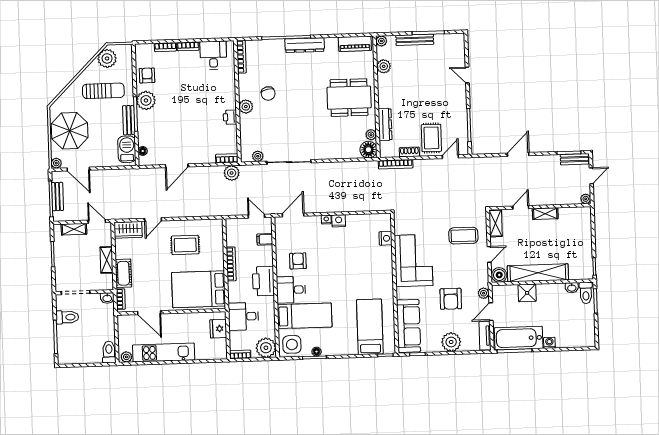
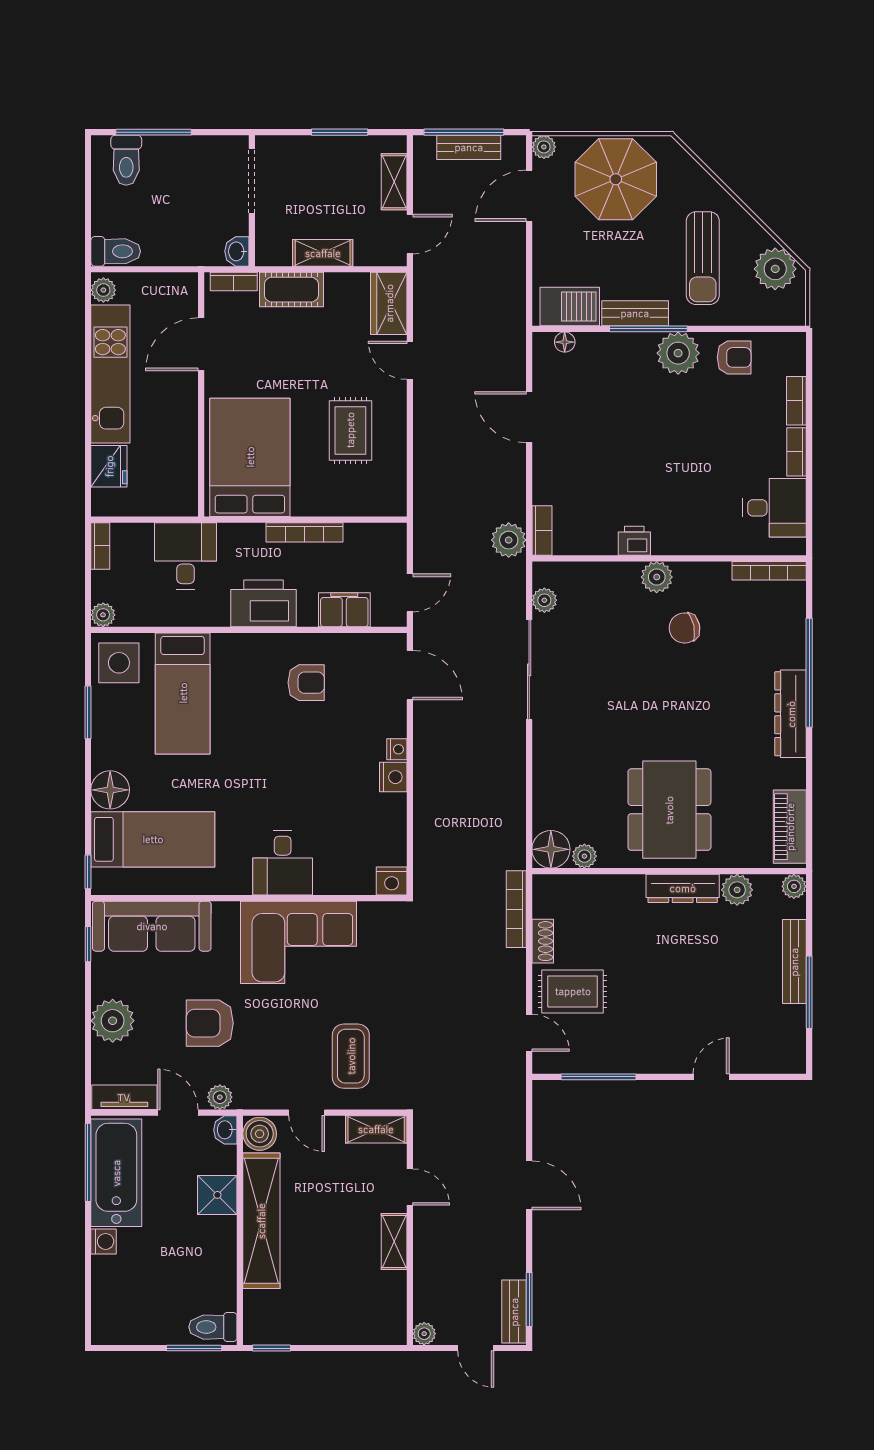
dresser: (385, 124) -> (683, 888), moved
nightstand: (386, 238) -> (392, 881), moved
filing cabinet: (265, 239) -> (344, 610), width x2.00
washbasin: (572, 288) -> (225, 1130), moved
desk: (291, 290) -> (283, 863), moved, turned 180
toilet: (67, 317) -> (126, 160), moved
fridge: (218, 329) -> (109, 466), moved, turned 90
plant: (266, 348) -> (103, 615), width x0.53, depth x0.53
floor lamp: (317, 352) -> (110, 790), moved, width x1.89, depth x1.89

